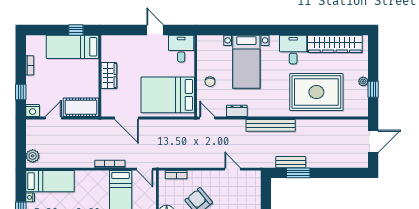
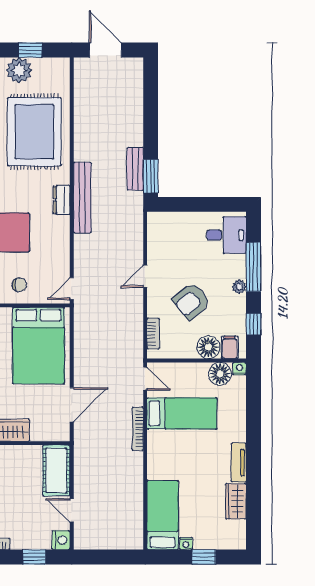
plant: (363, 81) -> (19, 70), width x1.88, depth x1.88
dresser: (237, 111) -> (62, 200), moved
plant: (33, 156) -> (126, 540), removed
door: (145, 169) -> (145, 379), hinge flipped
door: (233, 169) -> (145, 276), moved
window: (298, 173) -> (151, 176), moved

